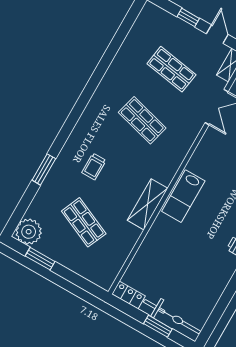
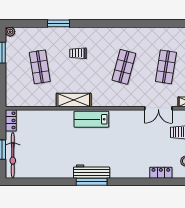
shop shelf: (84, 222) -> (40, 67), turned -33
plant: (29, 232) -> (10, 32), width x0.53, depth x0.53

